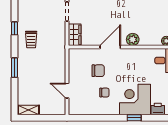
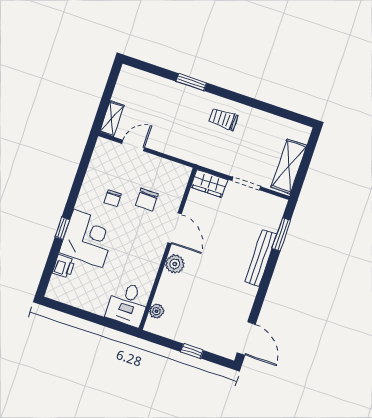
window: (15, 28) -> (247, 101), removed
shelving: (28, 110) -> (112, 119), moved

